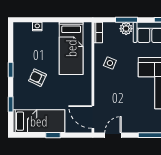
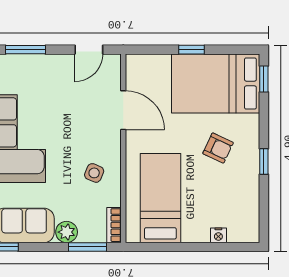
window: (126, 20) -> (87, 247), moved
window: (11, 104) -> (264, 79), moved
door: (93, 117) -> (123, 110), moved
bed: (39, 121) -> (216, 84), width x1.50

